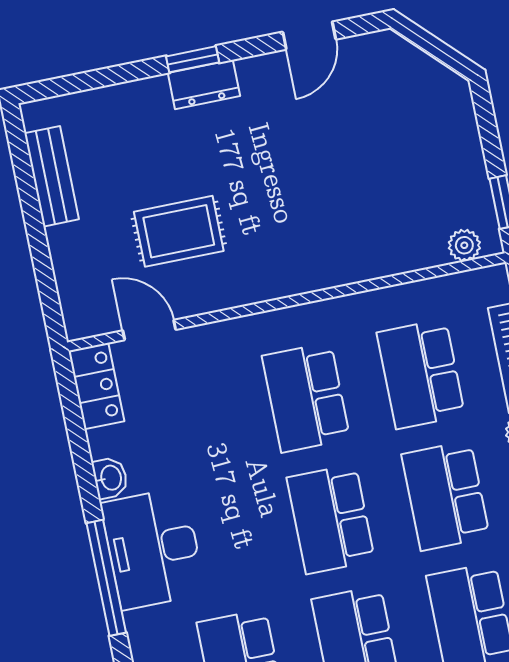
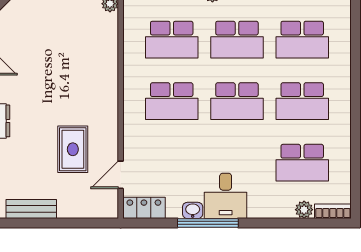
desk: (153, 548) -> (226, 196), width x0.73
window: (106, 578) -> (208, 223), moved

